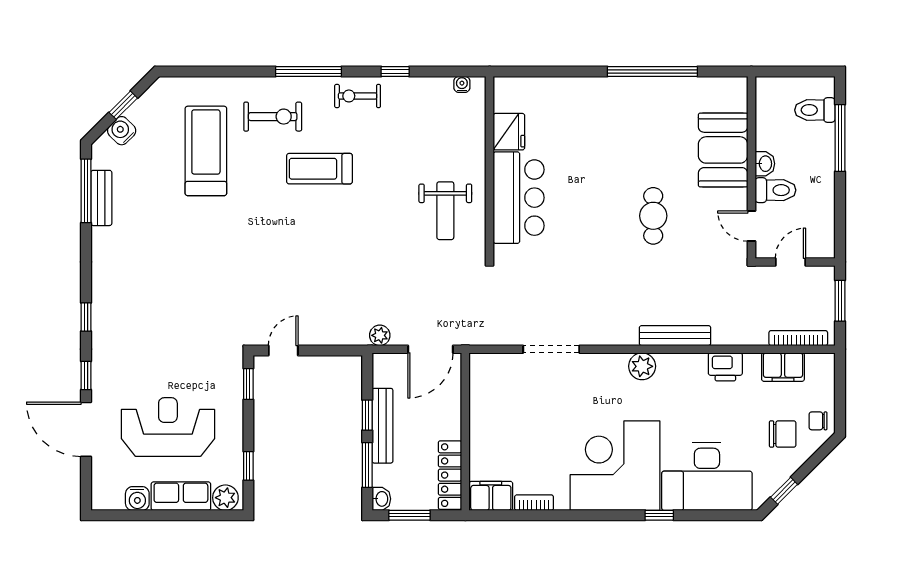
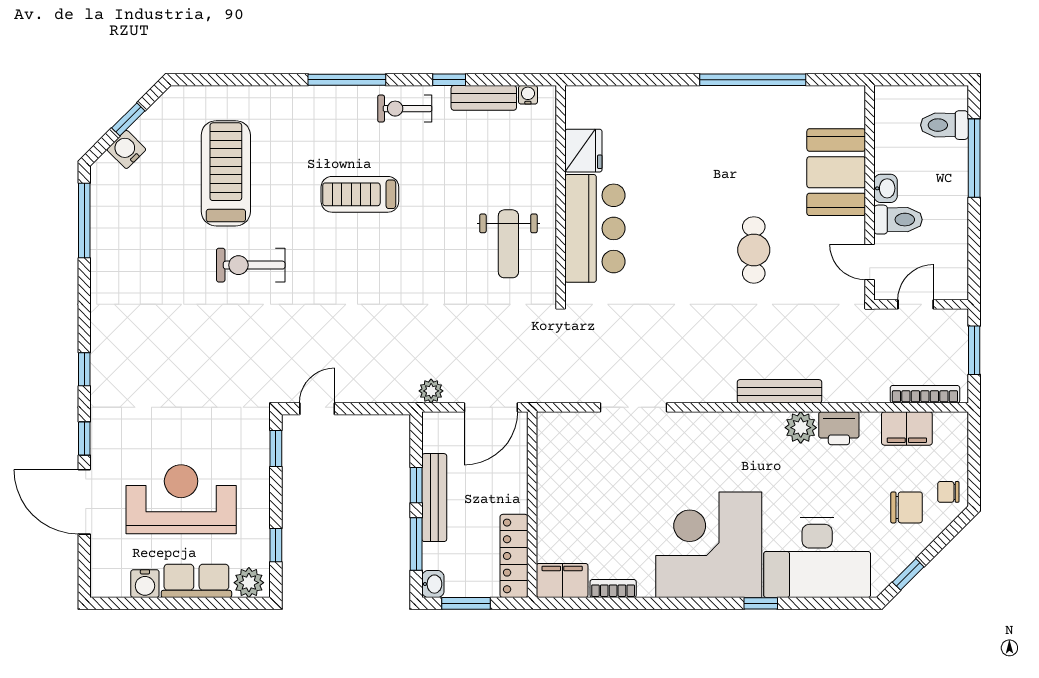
exercise bike: (273, 117) -> (251, 265), moved, turned 180
bench: (101, 198) -> (484, 98), moved, turned 90
plant: (642, 366) -> (801, 428), moved

